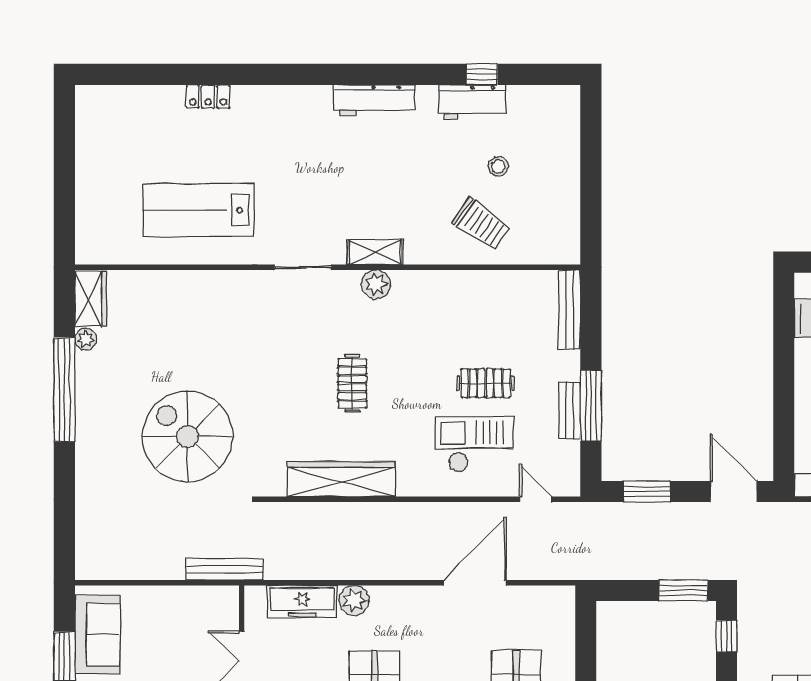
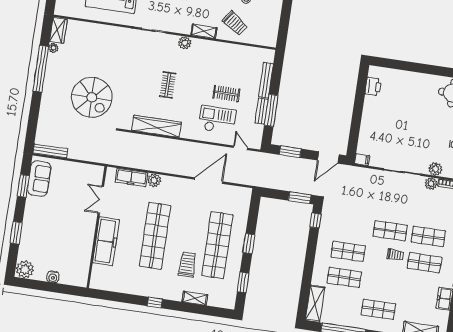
shelving: (375, 252) -> (204, 31), moved
bench: (569, 309) -> (266, 80), moved
spiral stairs: (188, 436) -> (92, 97), turned 180
door: (734, 491) -> (328, 157), swing flipped
bench: (225, 569) -> (50, 151), moved

